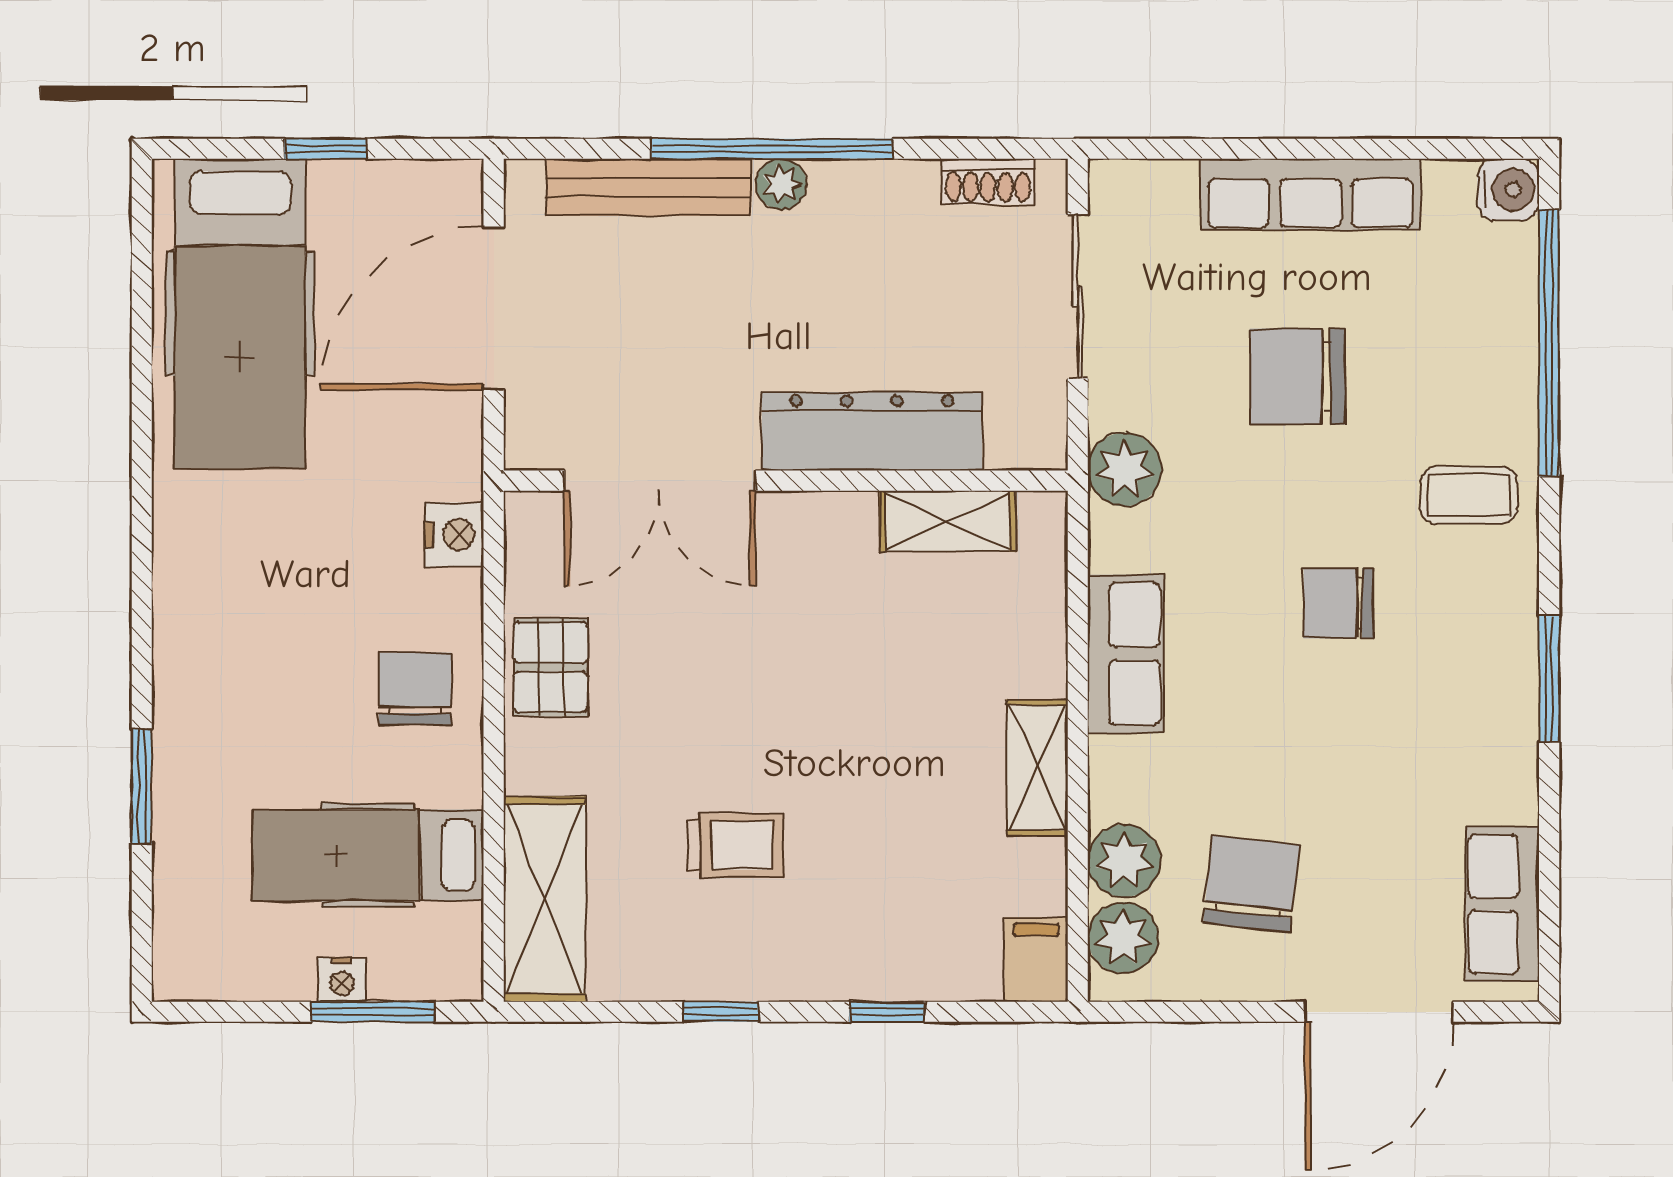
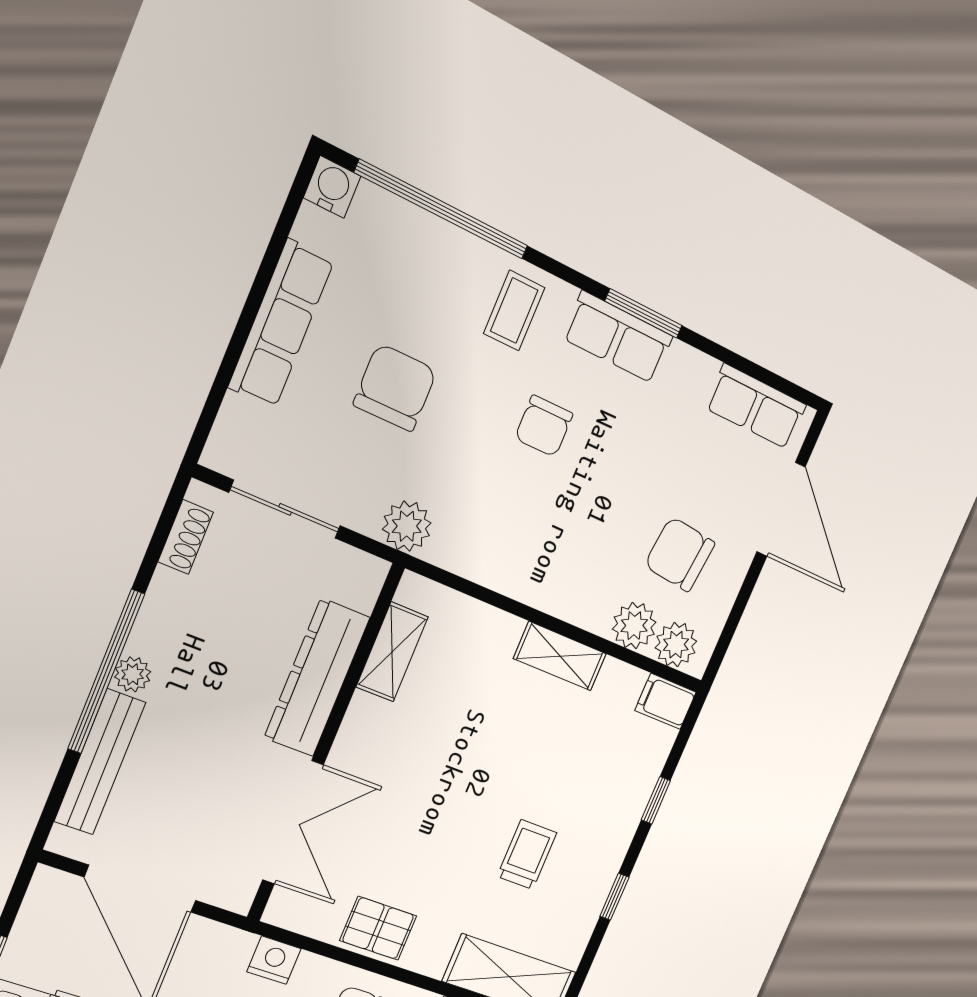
chair: (1298, 376) -> (395, 388), turned 180
row of seats: (1126, 654) -> (618, 337), moved, turned 180

